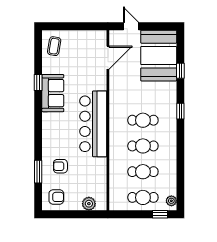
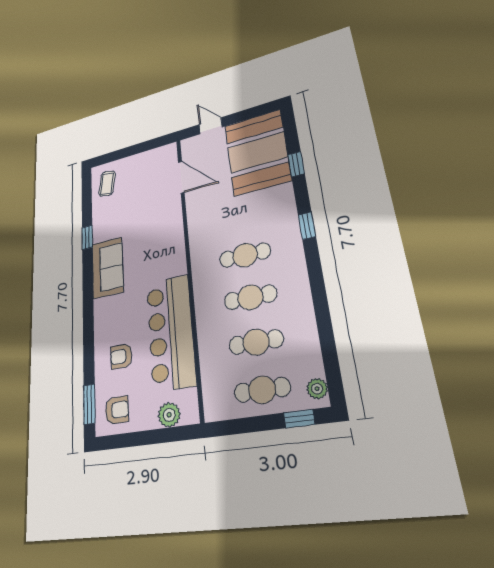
door: (108, 58) -> (181, 177), hinge flipped
sofa: (53, 93) -> (108, 268), moved
bar counter: (93, 124) -> (171, 332), moved
window: (38, 172) -> (89, 404), moved

